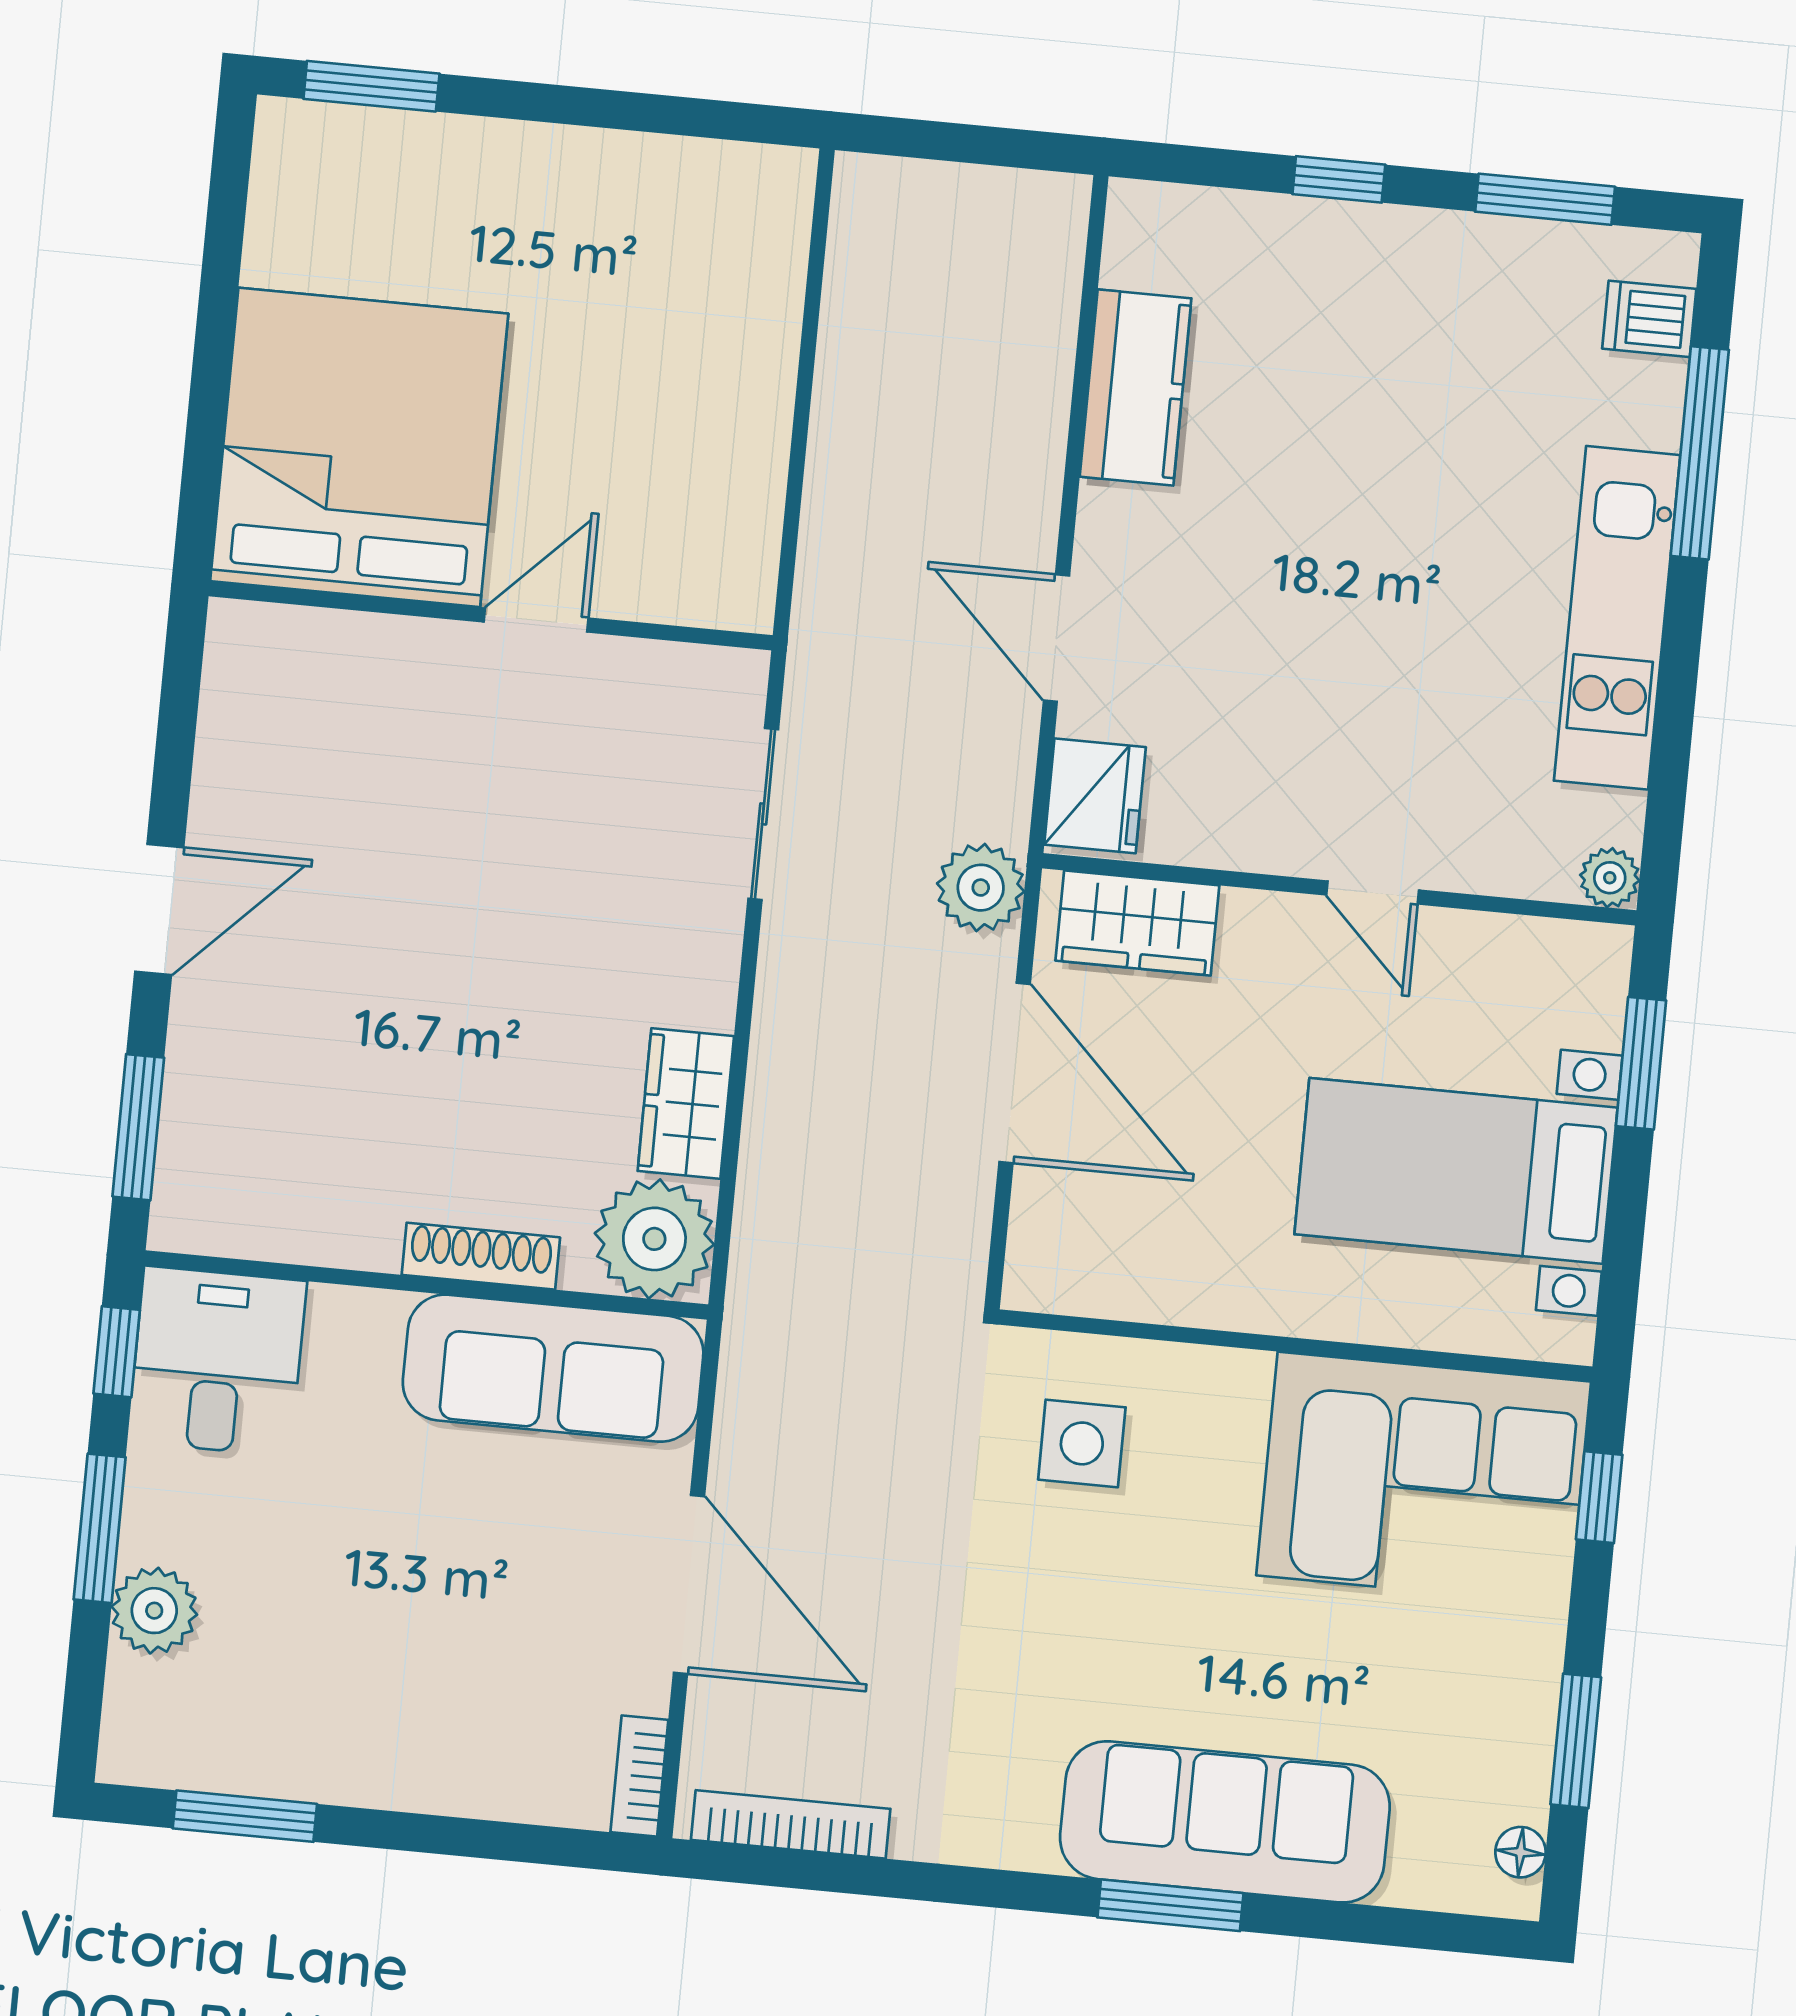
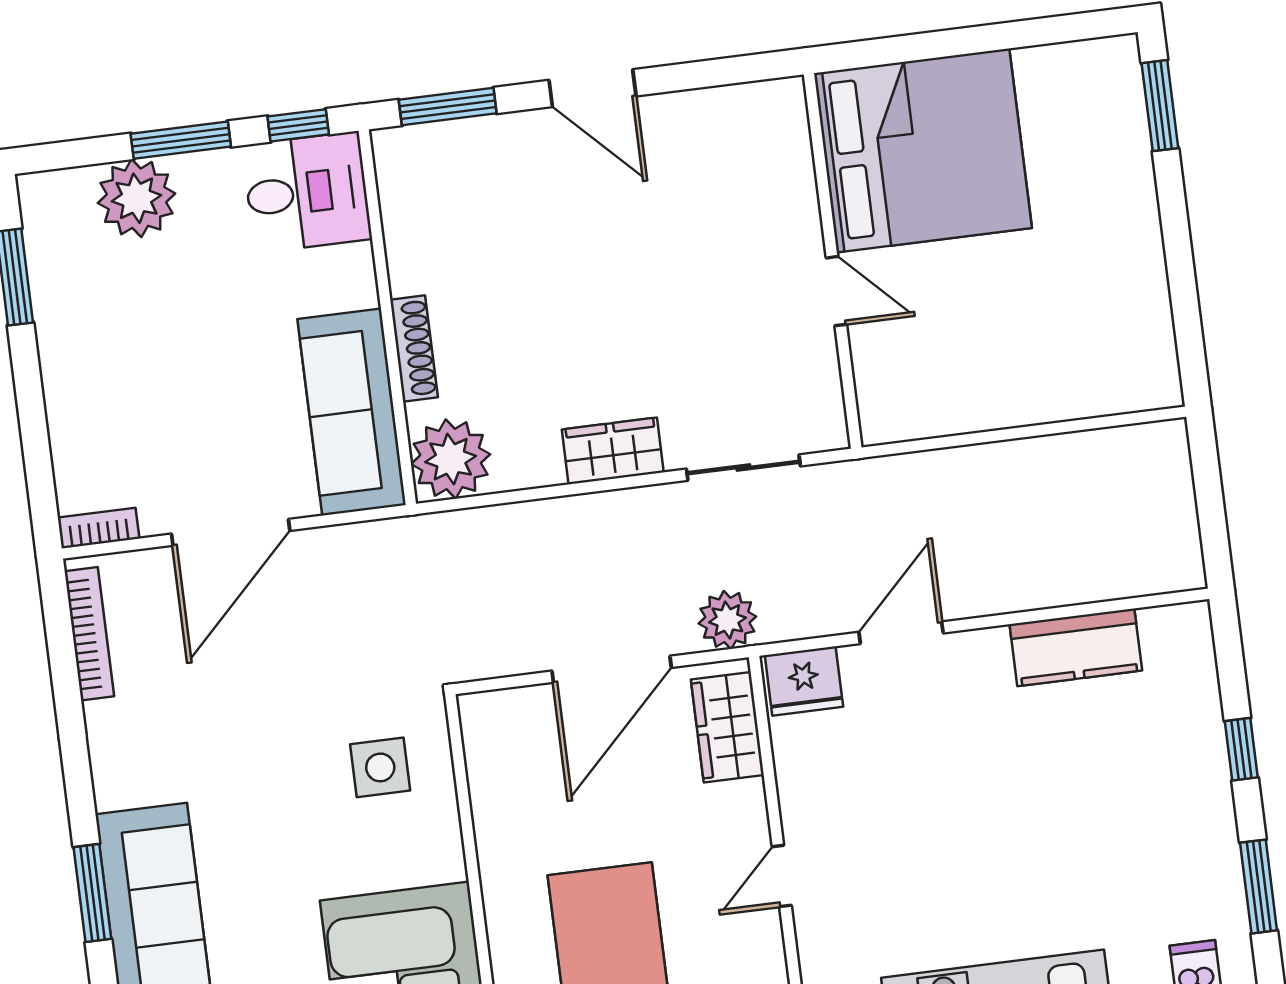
wardrobe: (686, 1104) -> (613, 451), moved
plant: (154, 1611) -> (136, 198), width x1.36, depth x1.36

